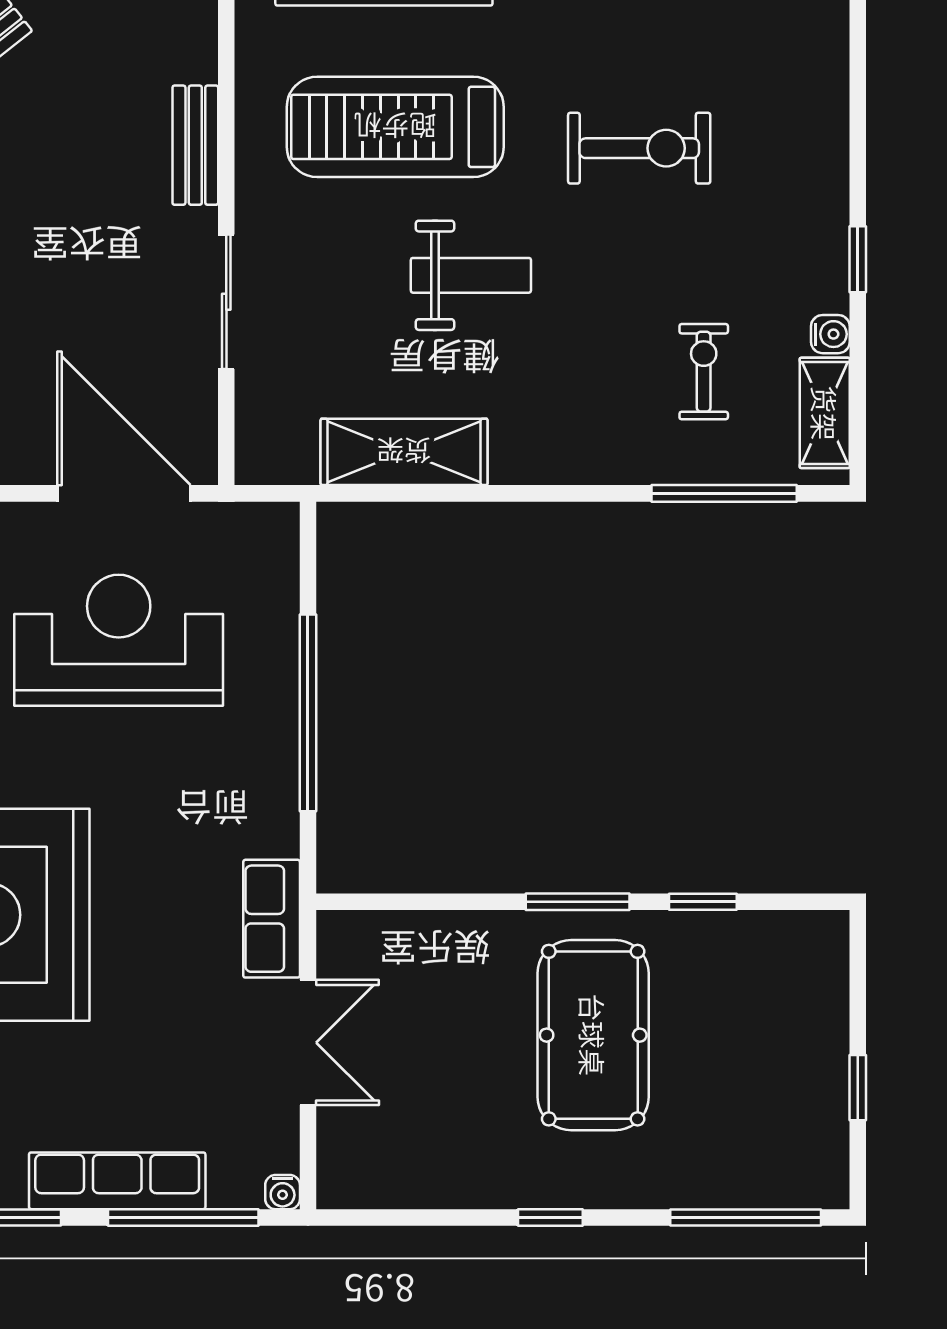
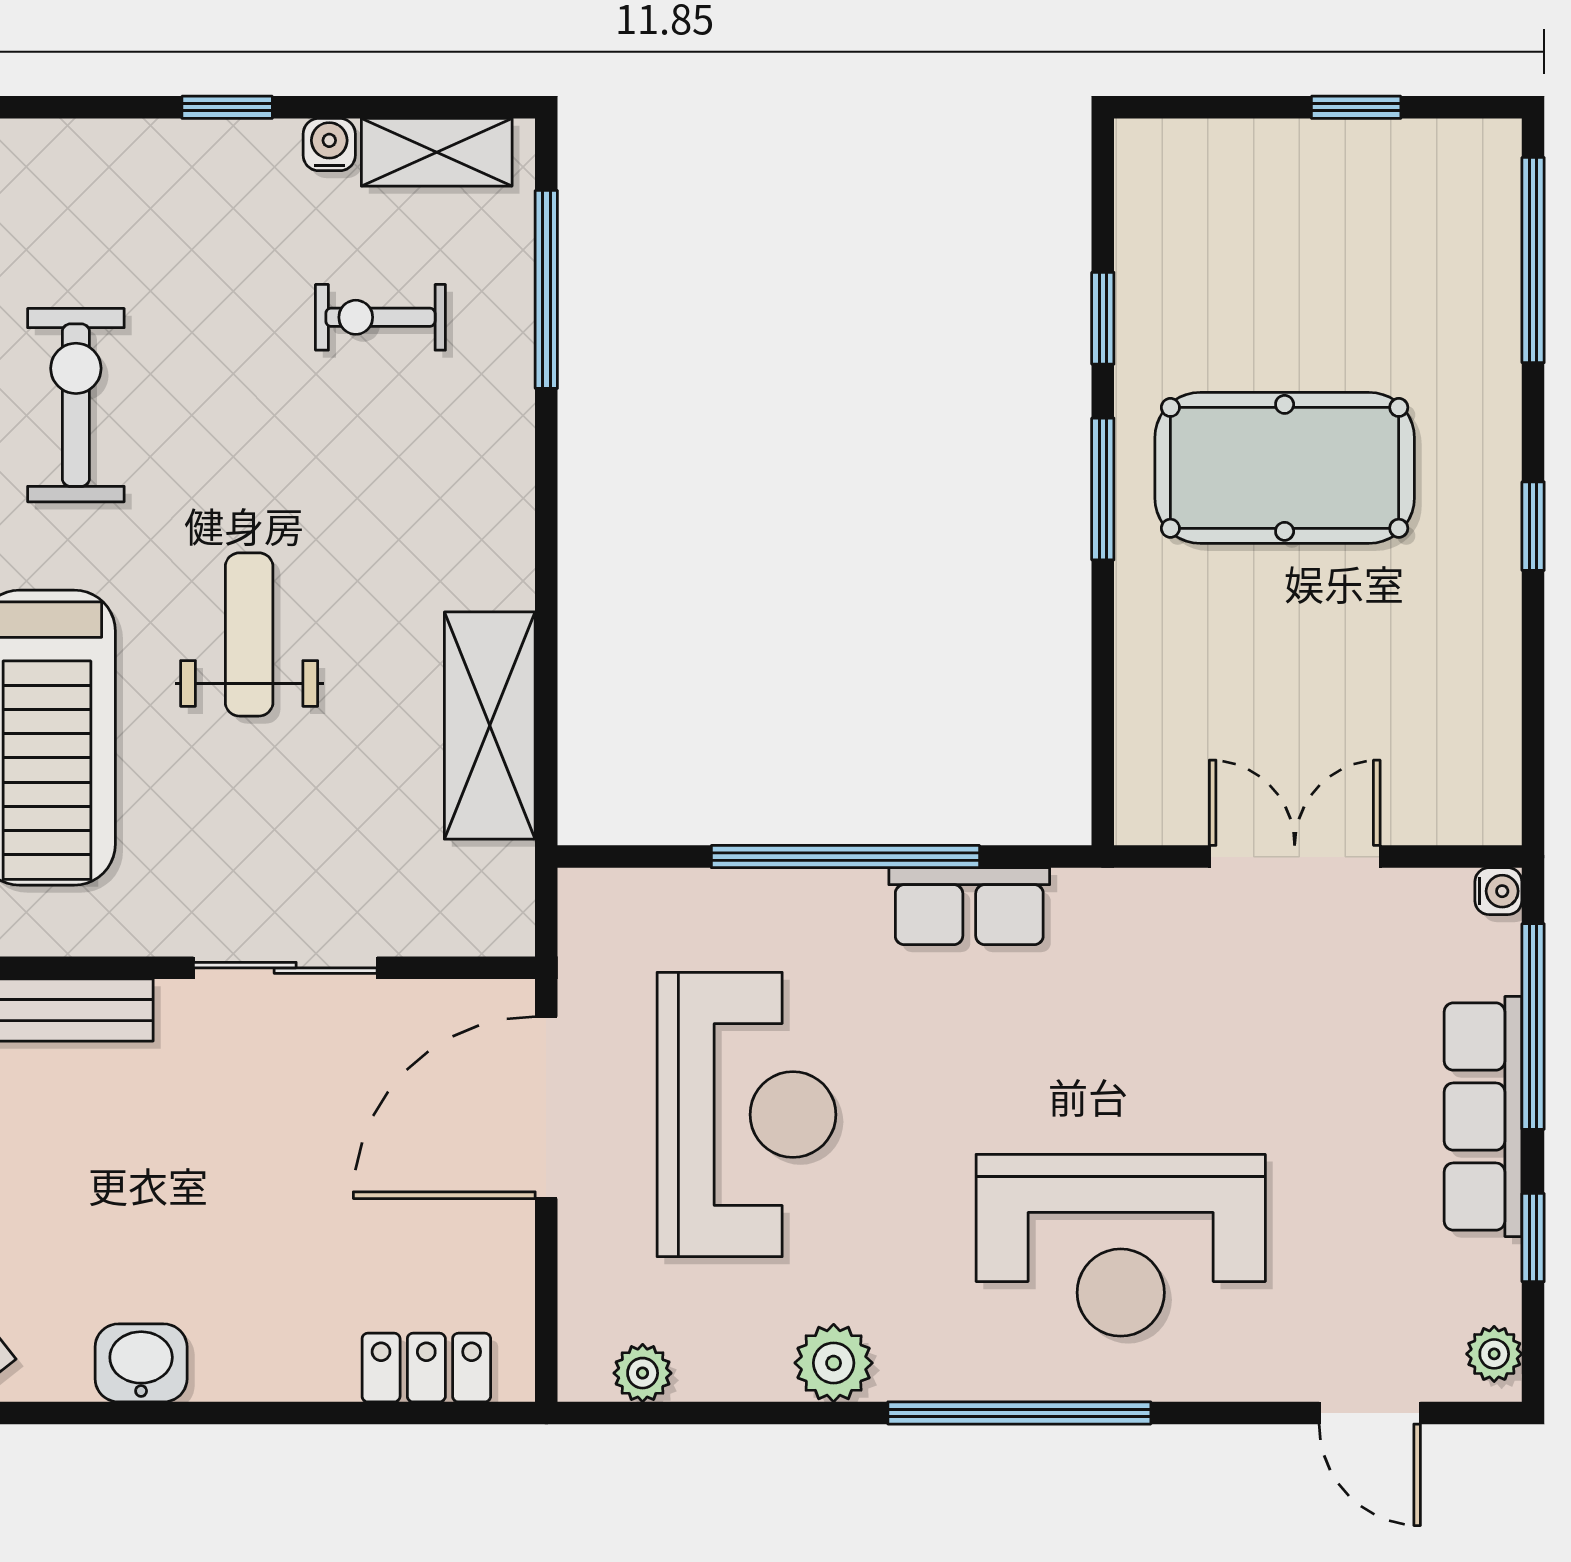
reception desk: (119, 640) -> (746, 1115), turned 180
row of seats: (272, 919) -> (969, 906), moved

